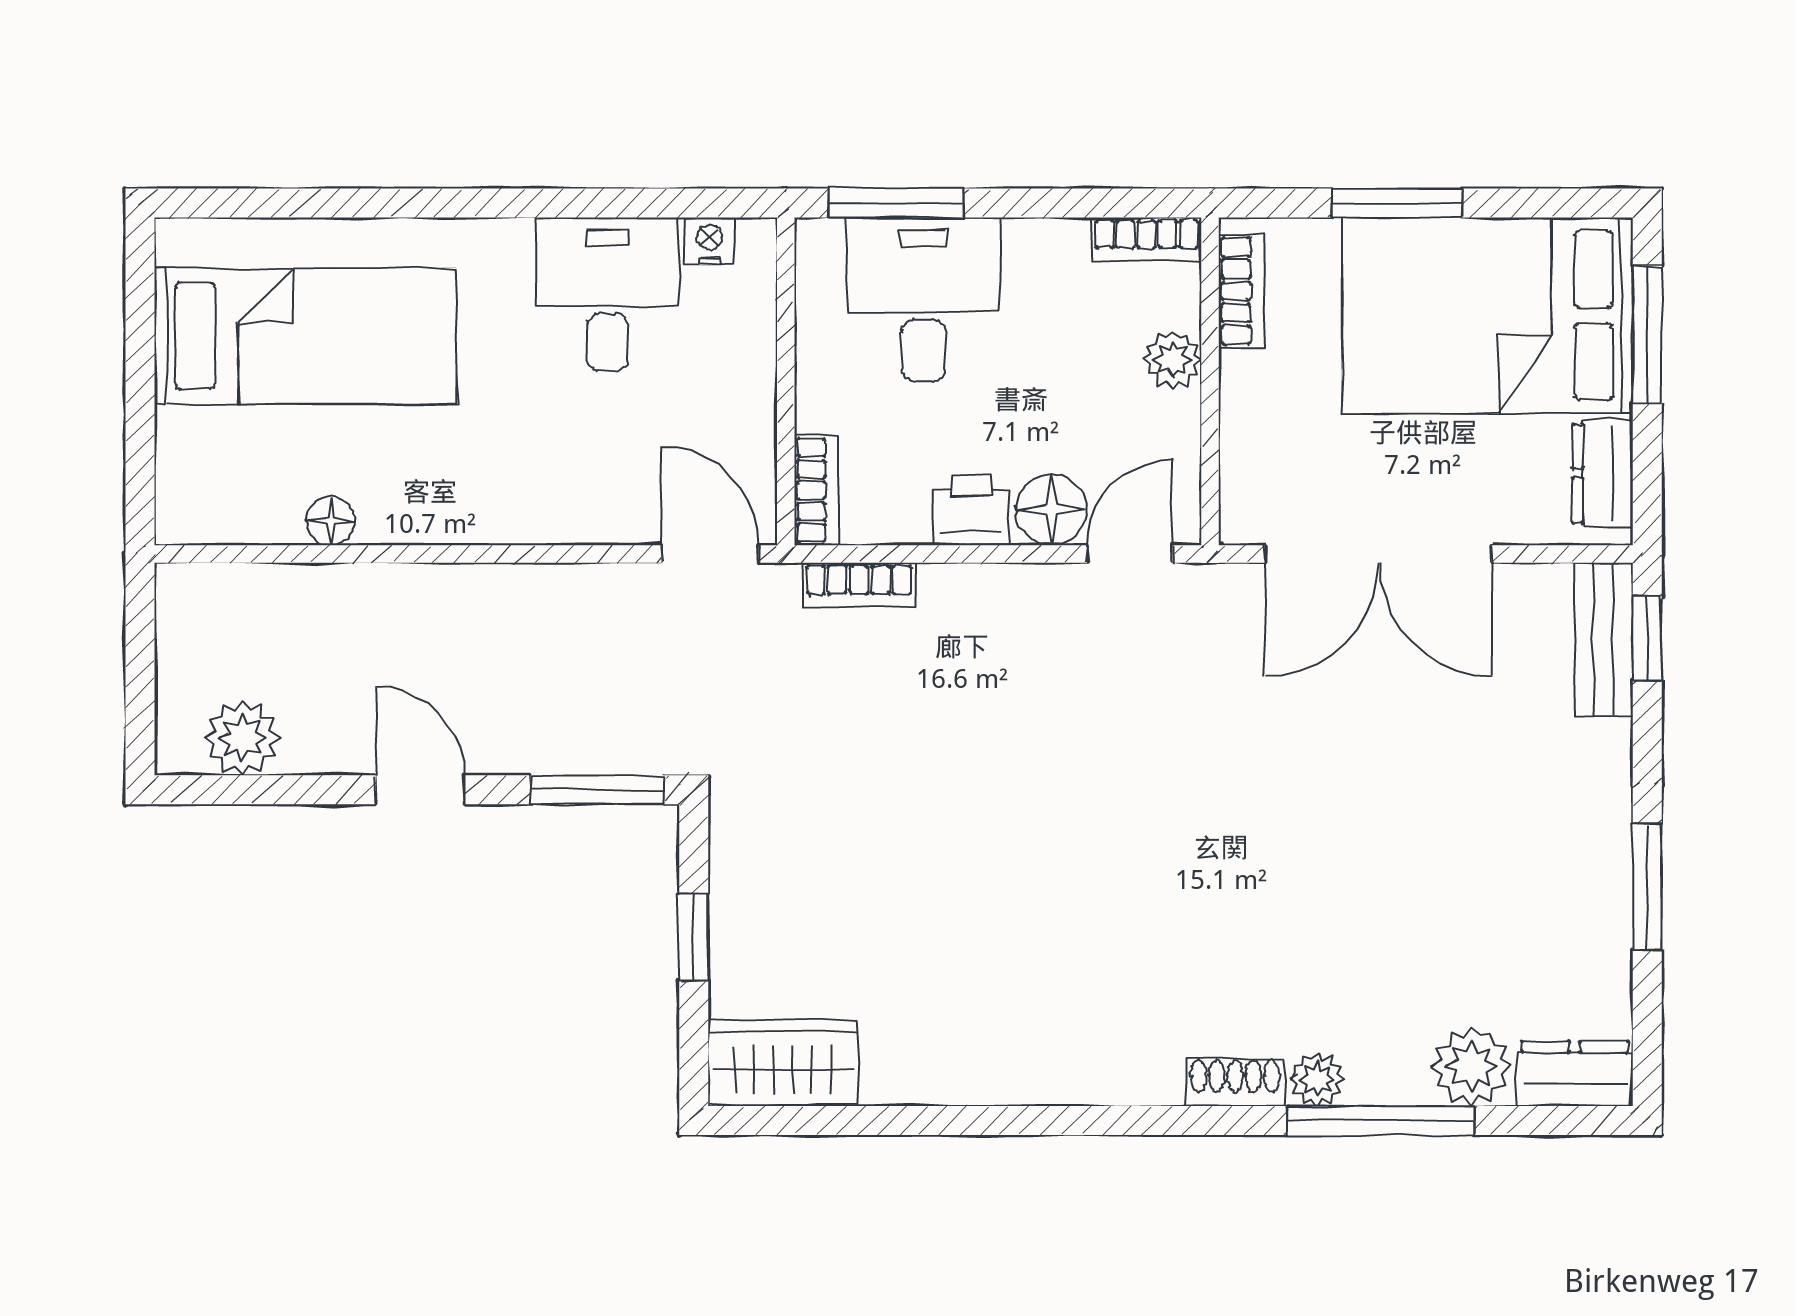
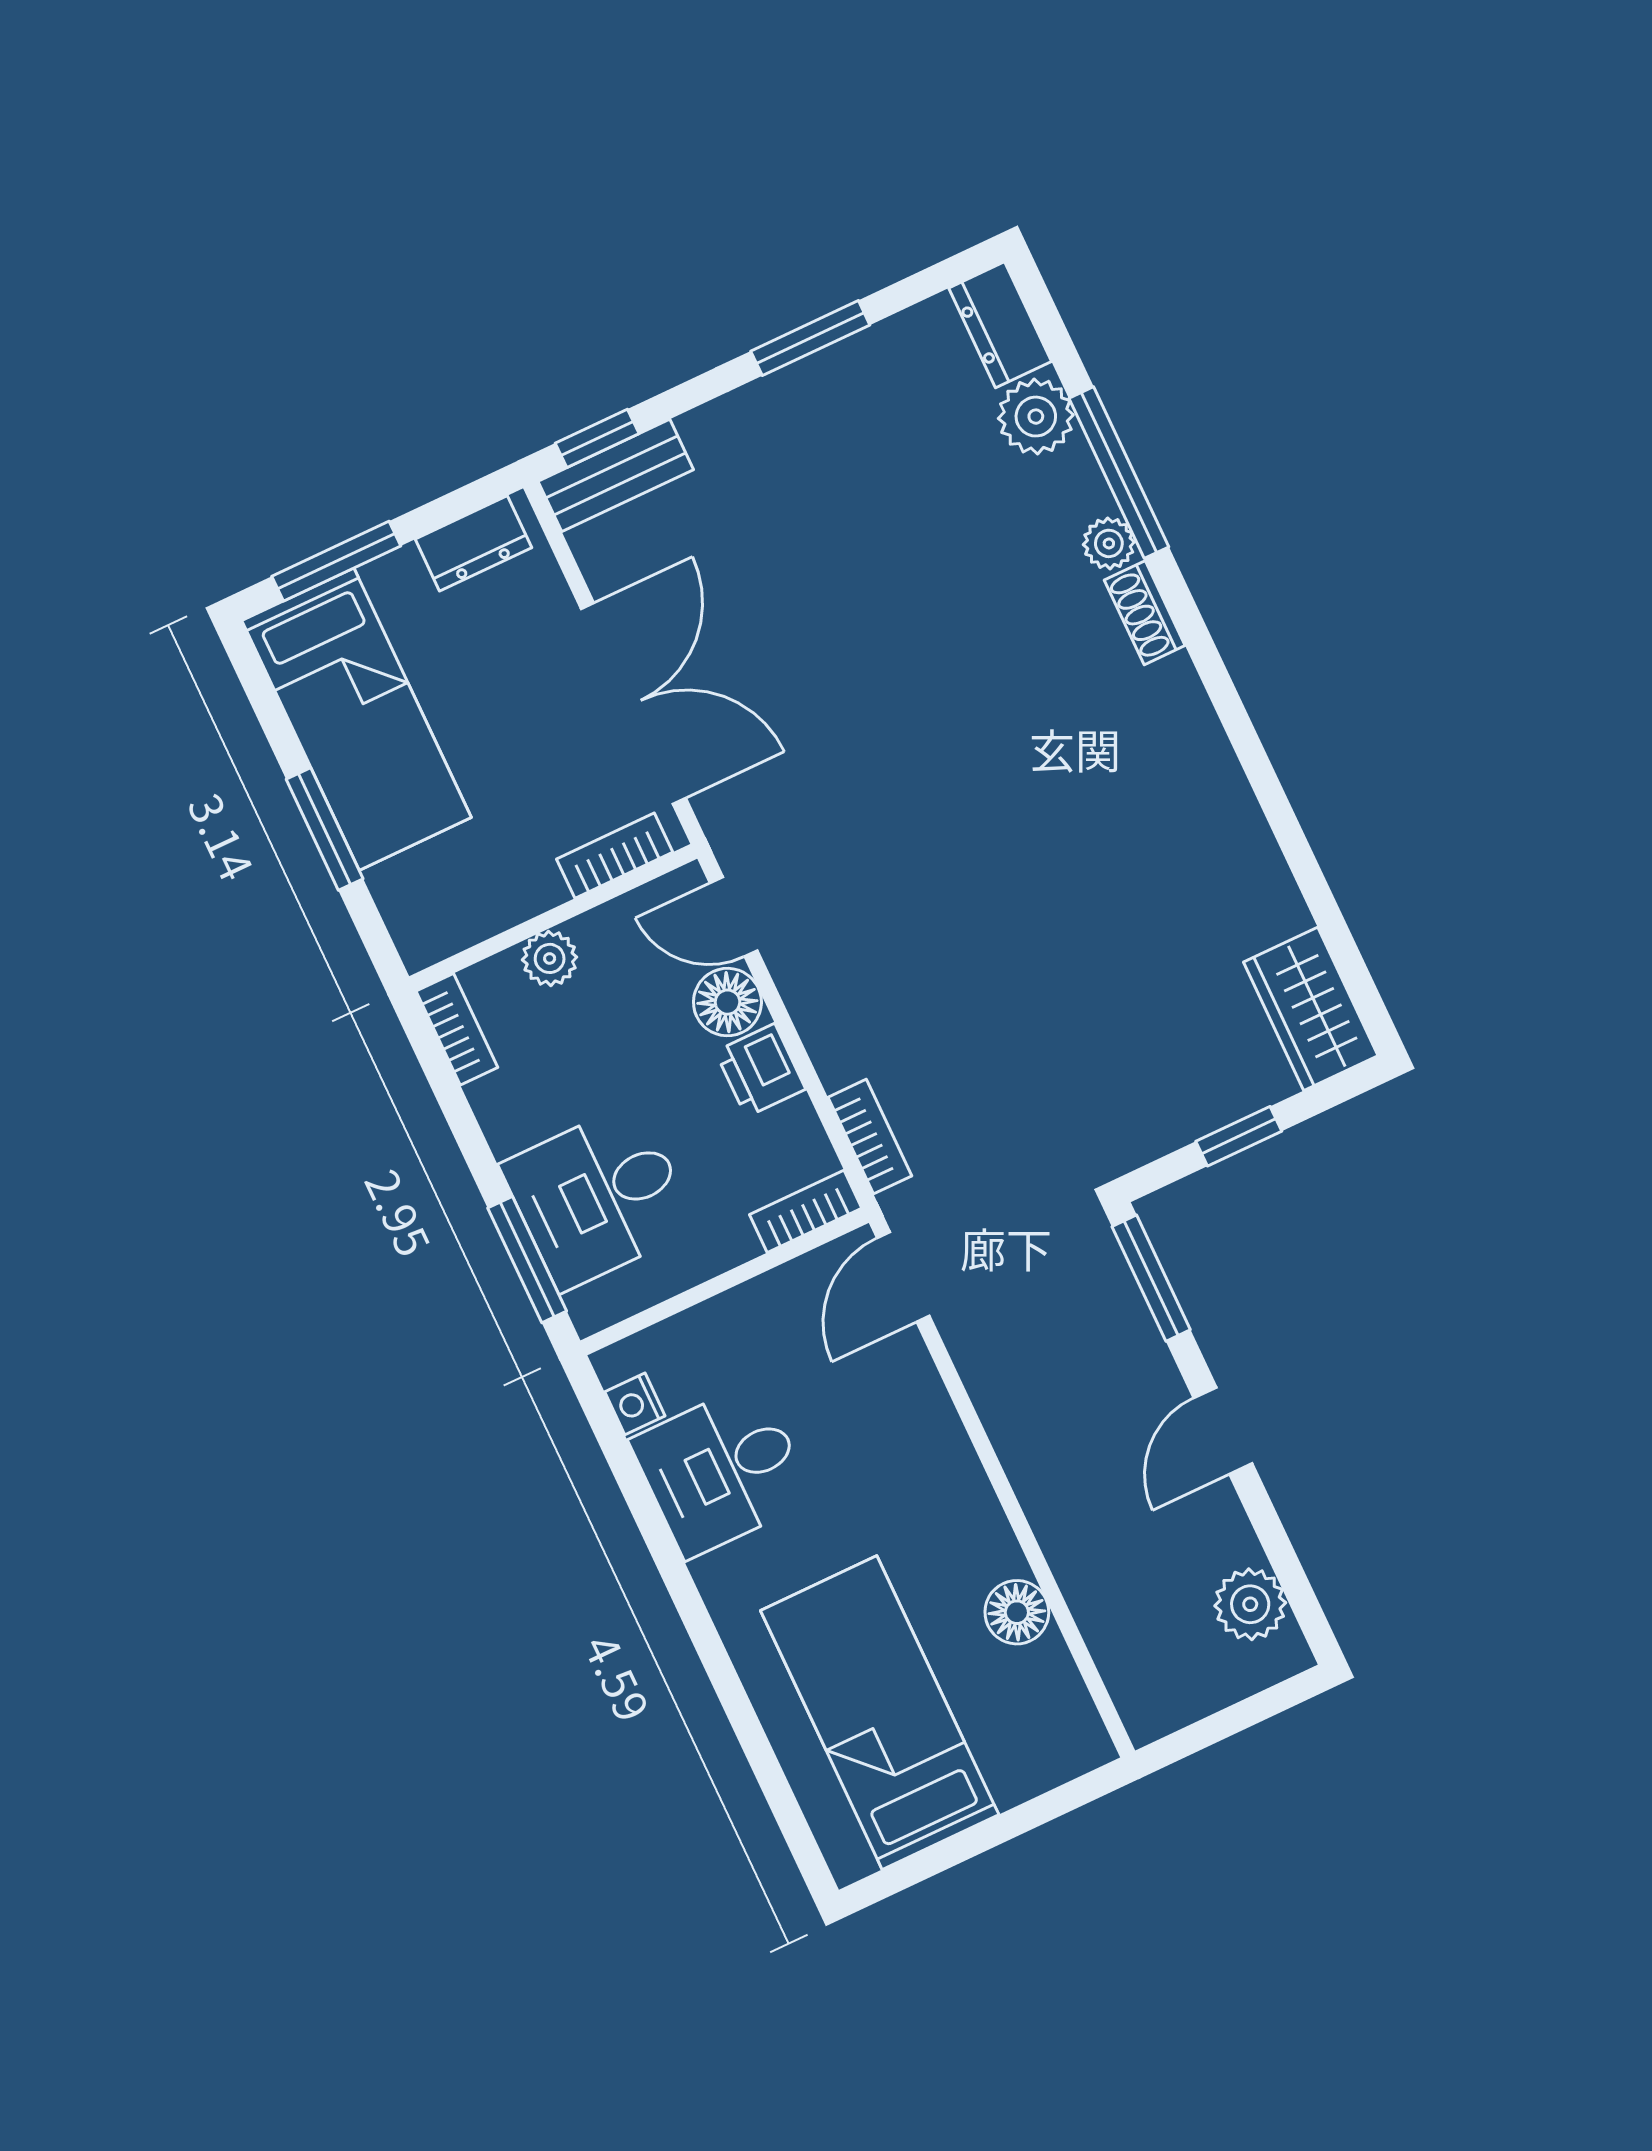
bookcase: (1241, 291) -> (615, 856), moved
bed: (1487, 316) -> (357, 719), width x0.67
floor lamp: (330, 521) -> (1017, 1612), width x1.37, depth x1.37

